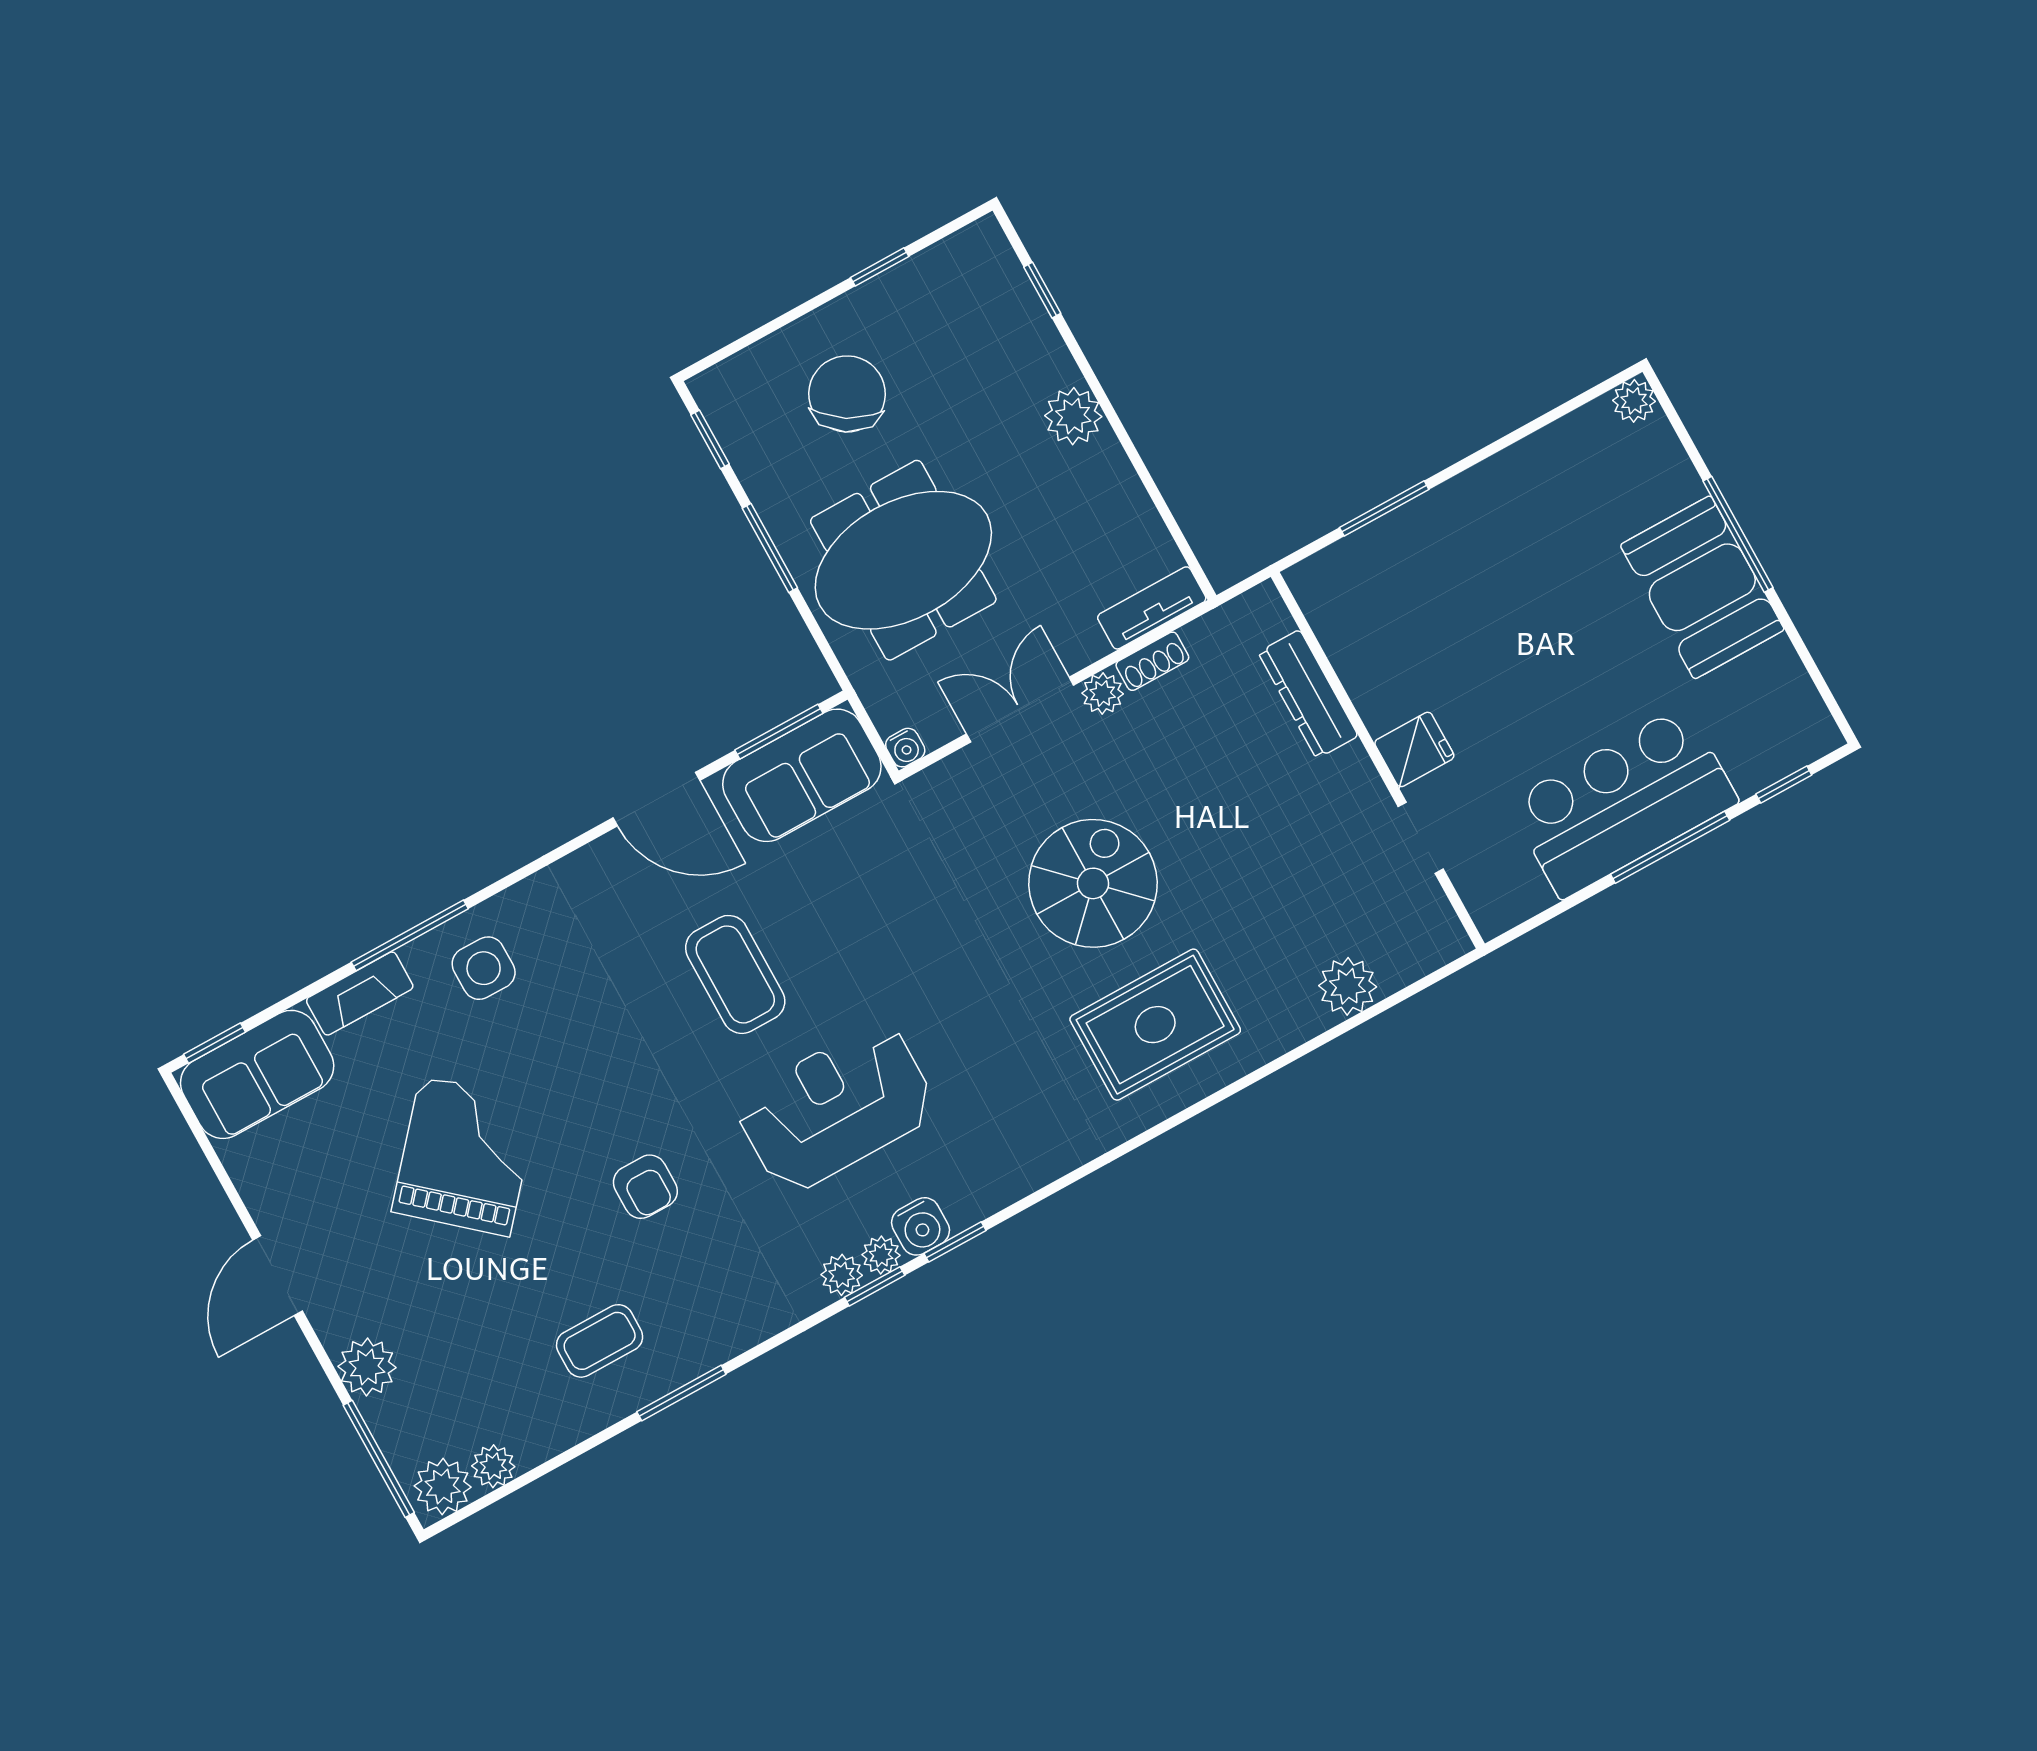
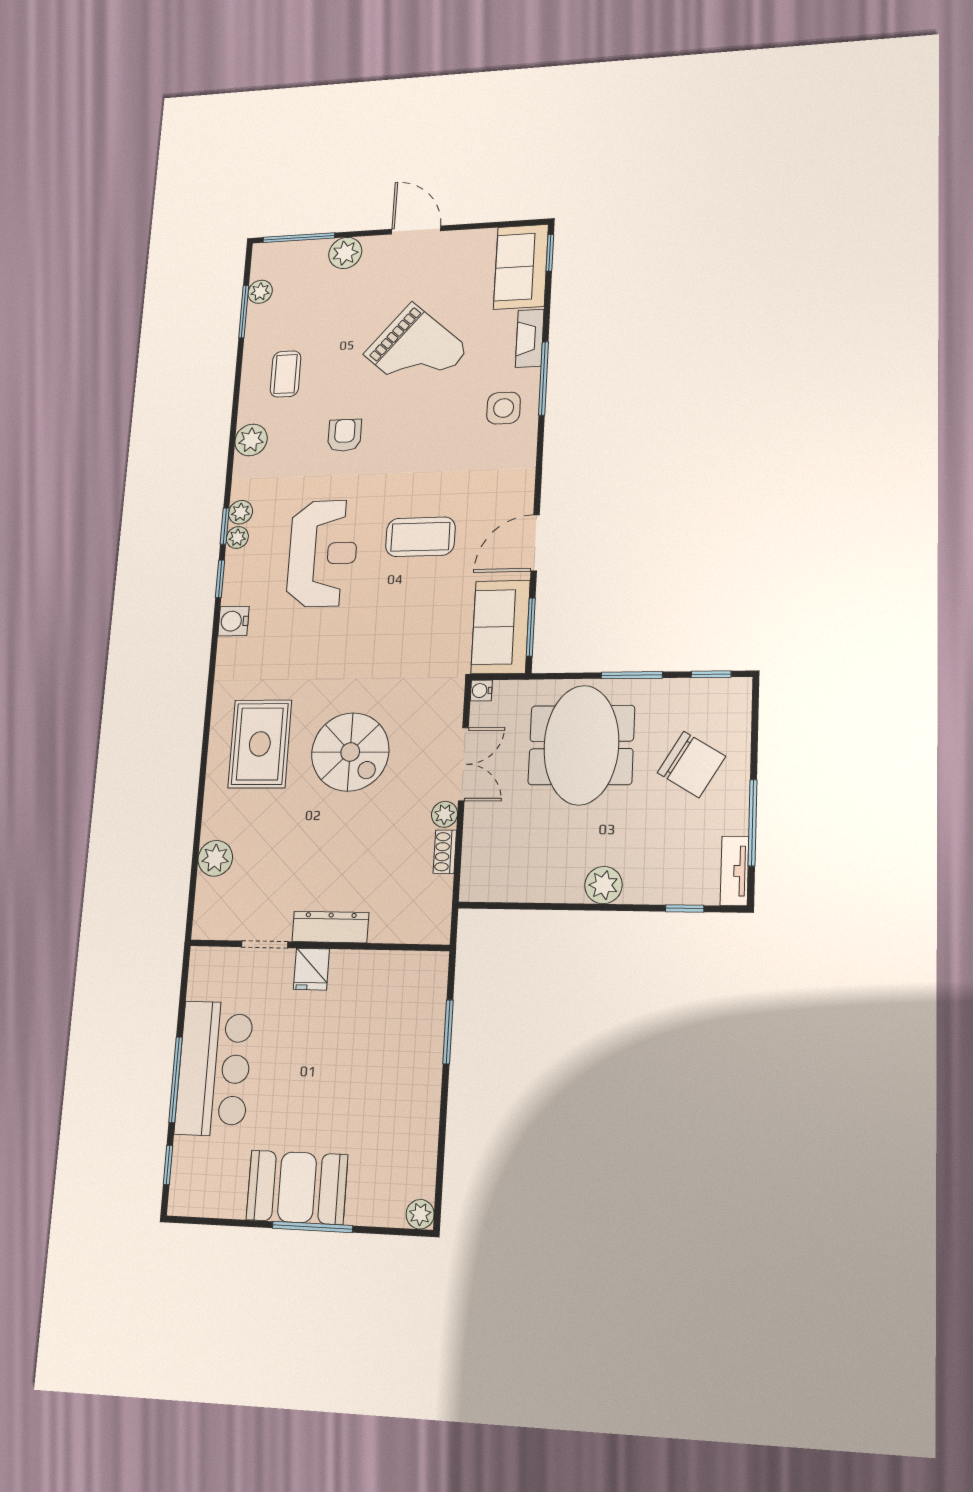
window: (880, 267) -> (752, 823), width x2.17
tv unit: (1152, 608) -> (735, 871), moved, turned 180
dresser: (1308, 694) -> (330, 927), moved
armchair: (645, 1187) -> (345, 435), turned 90
water cooler: (921, 1226) -> (234, 621), moved
window: (681, 1393) -> (244, 312), moved
plant: (443, 1487) -> (251, 440), moved

